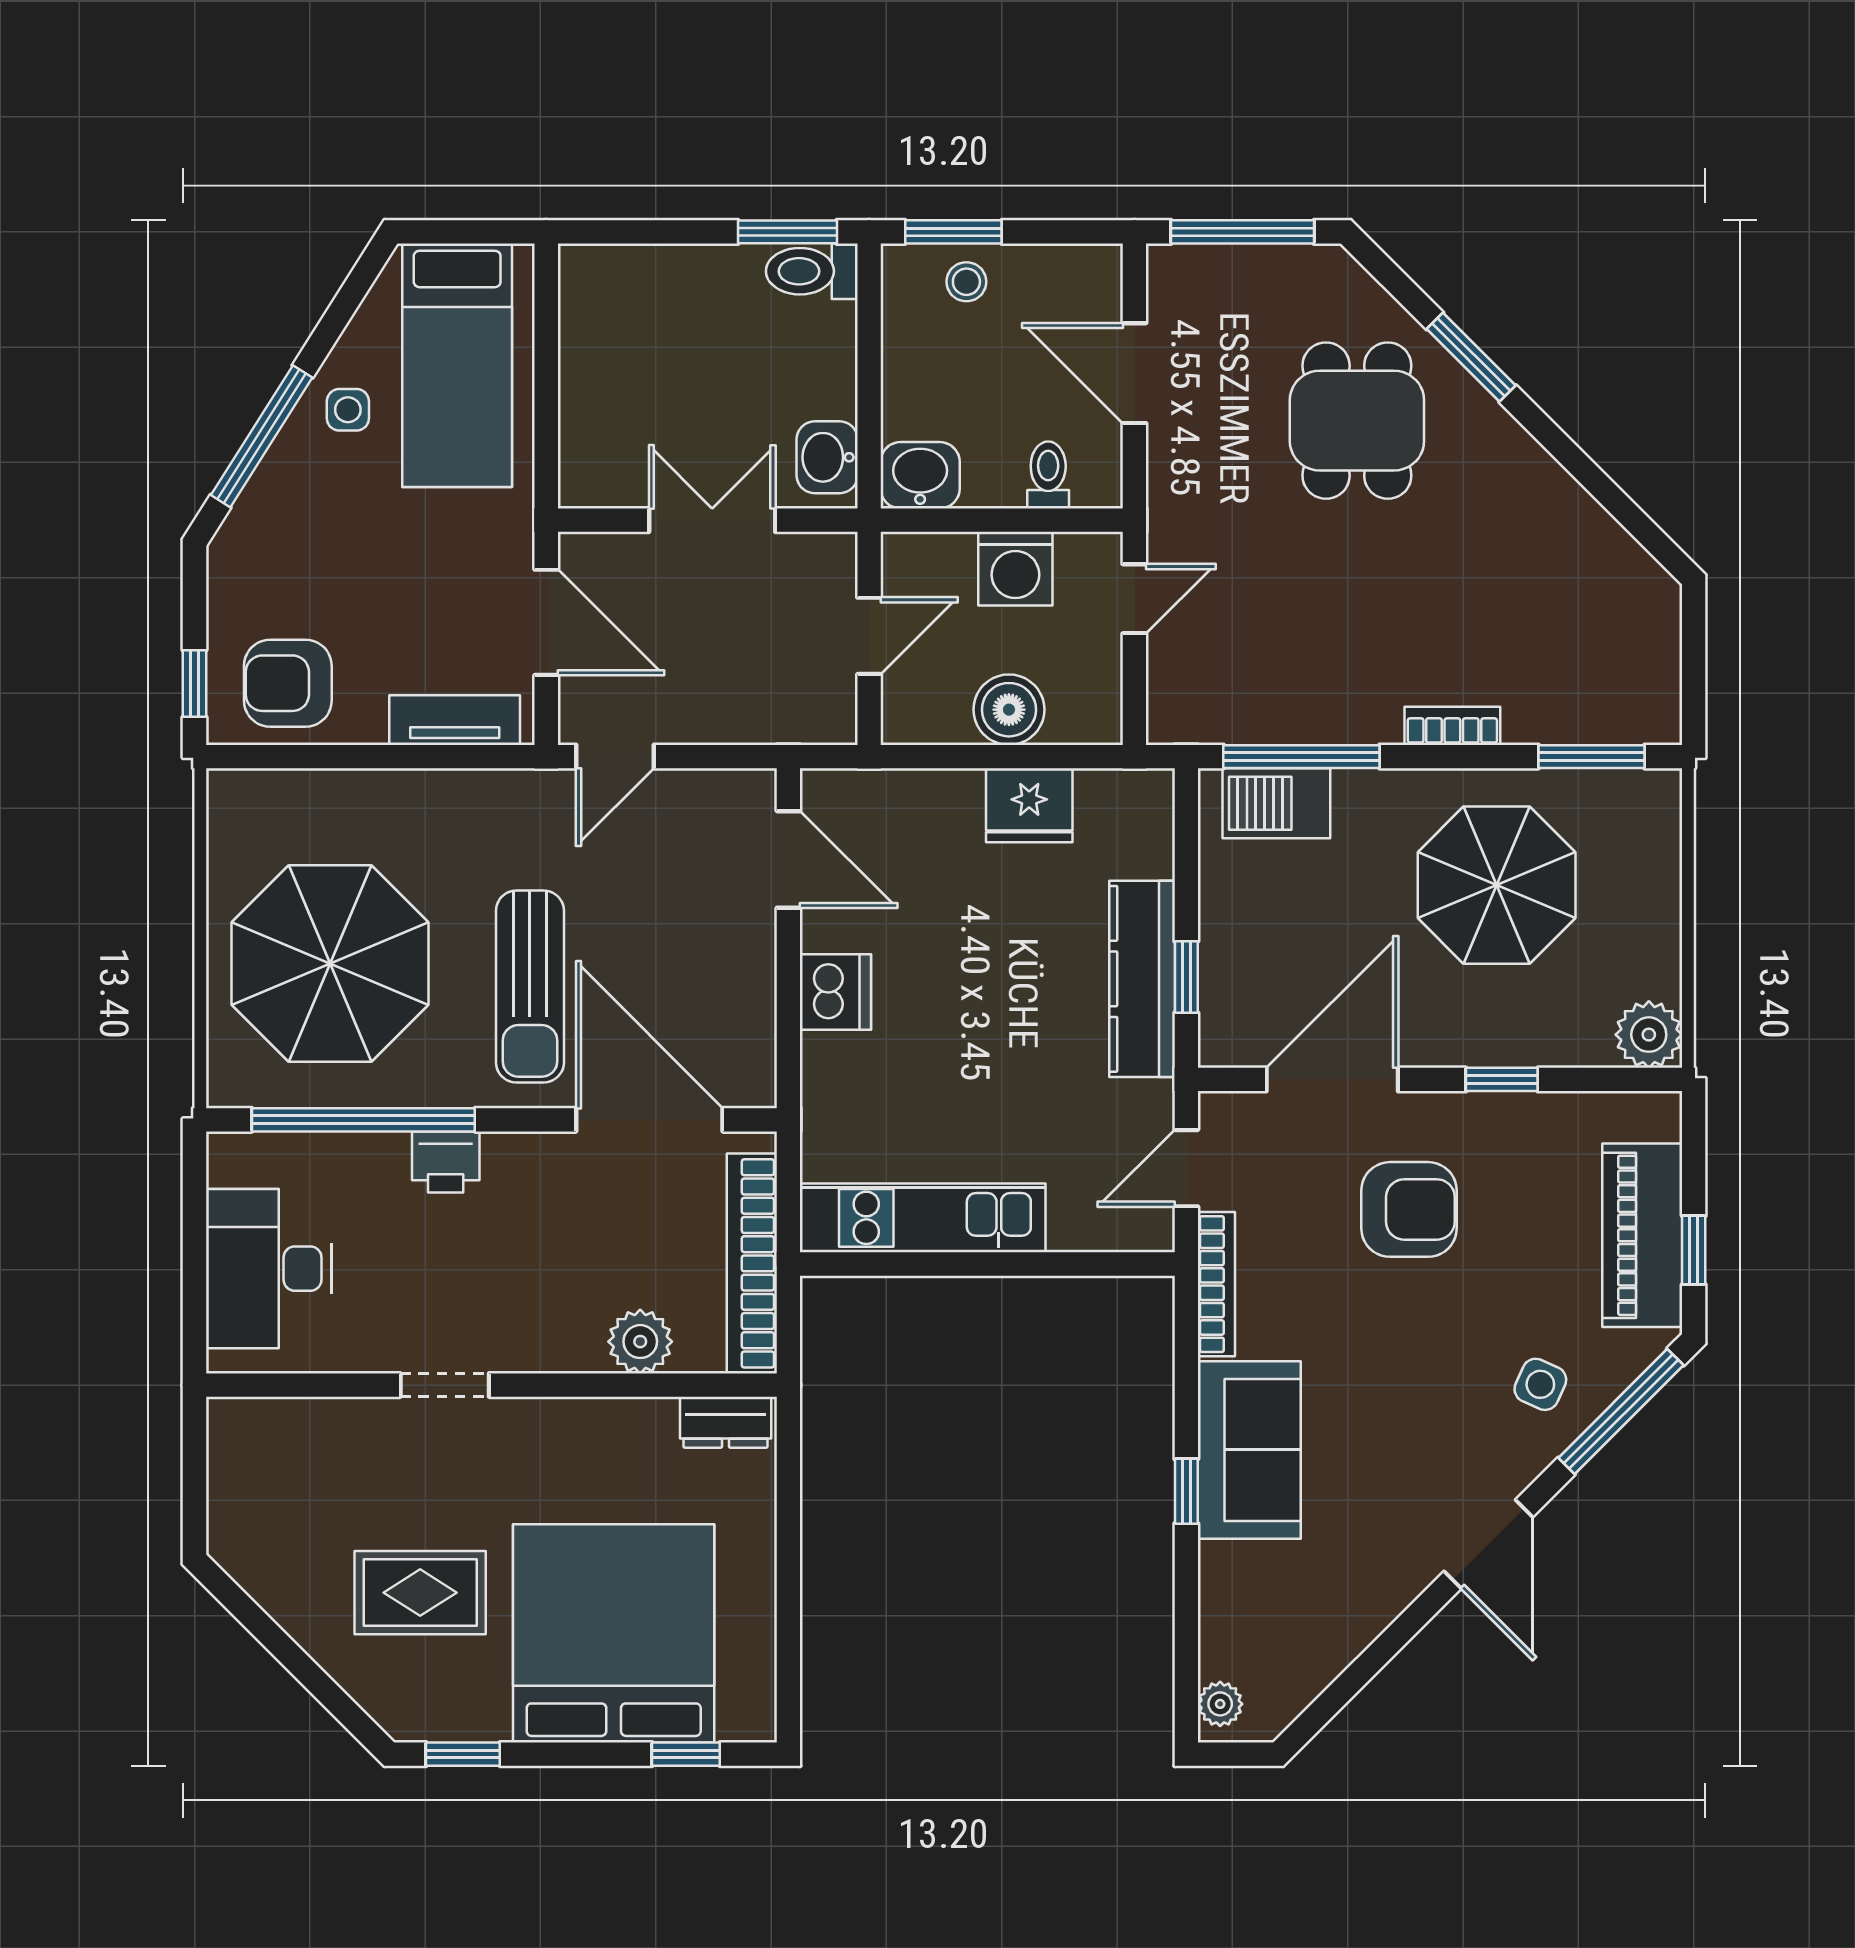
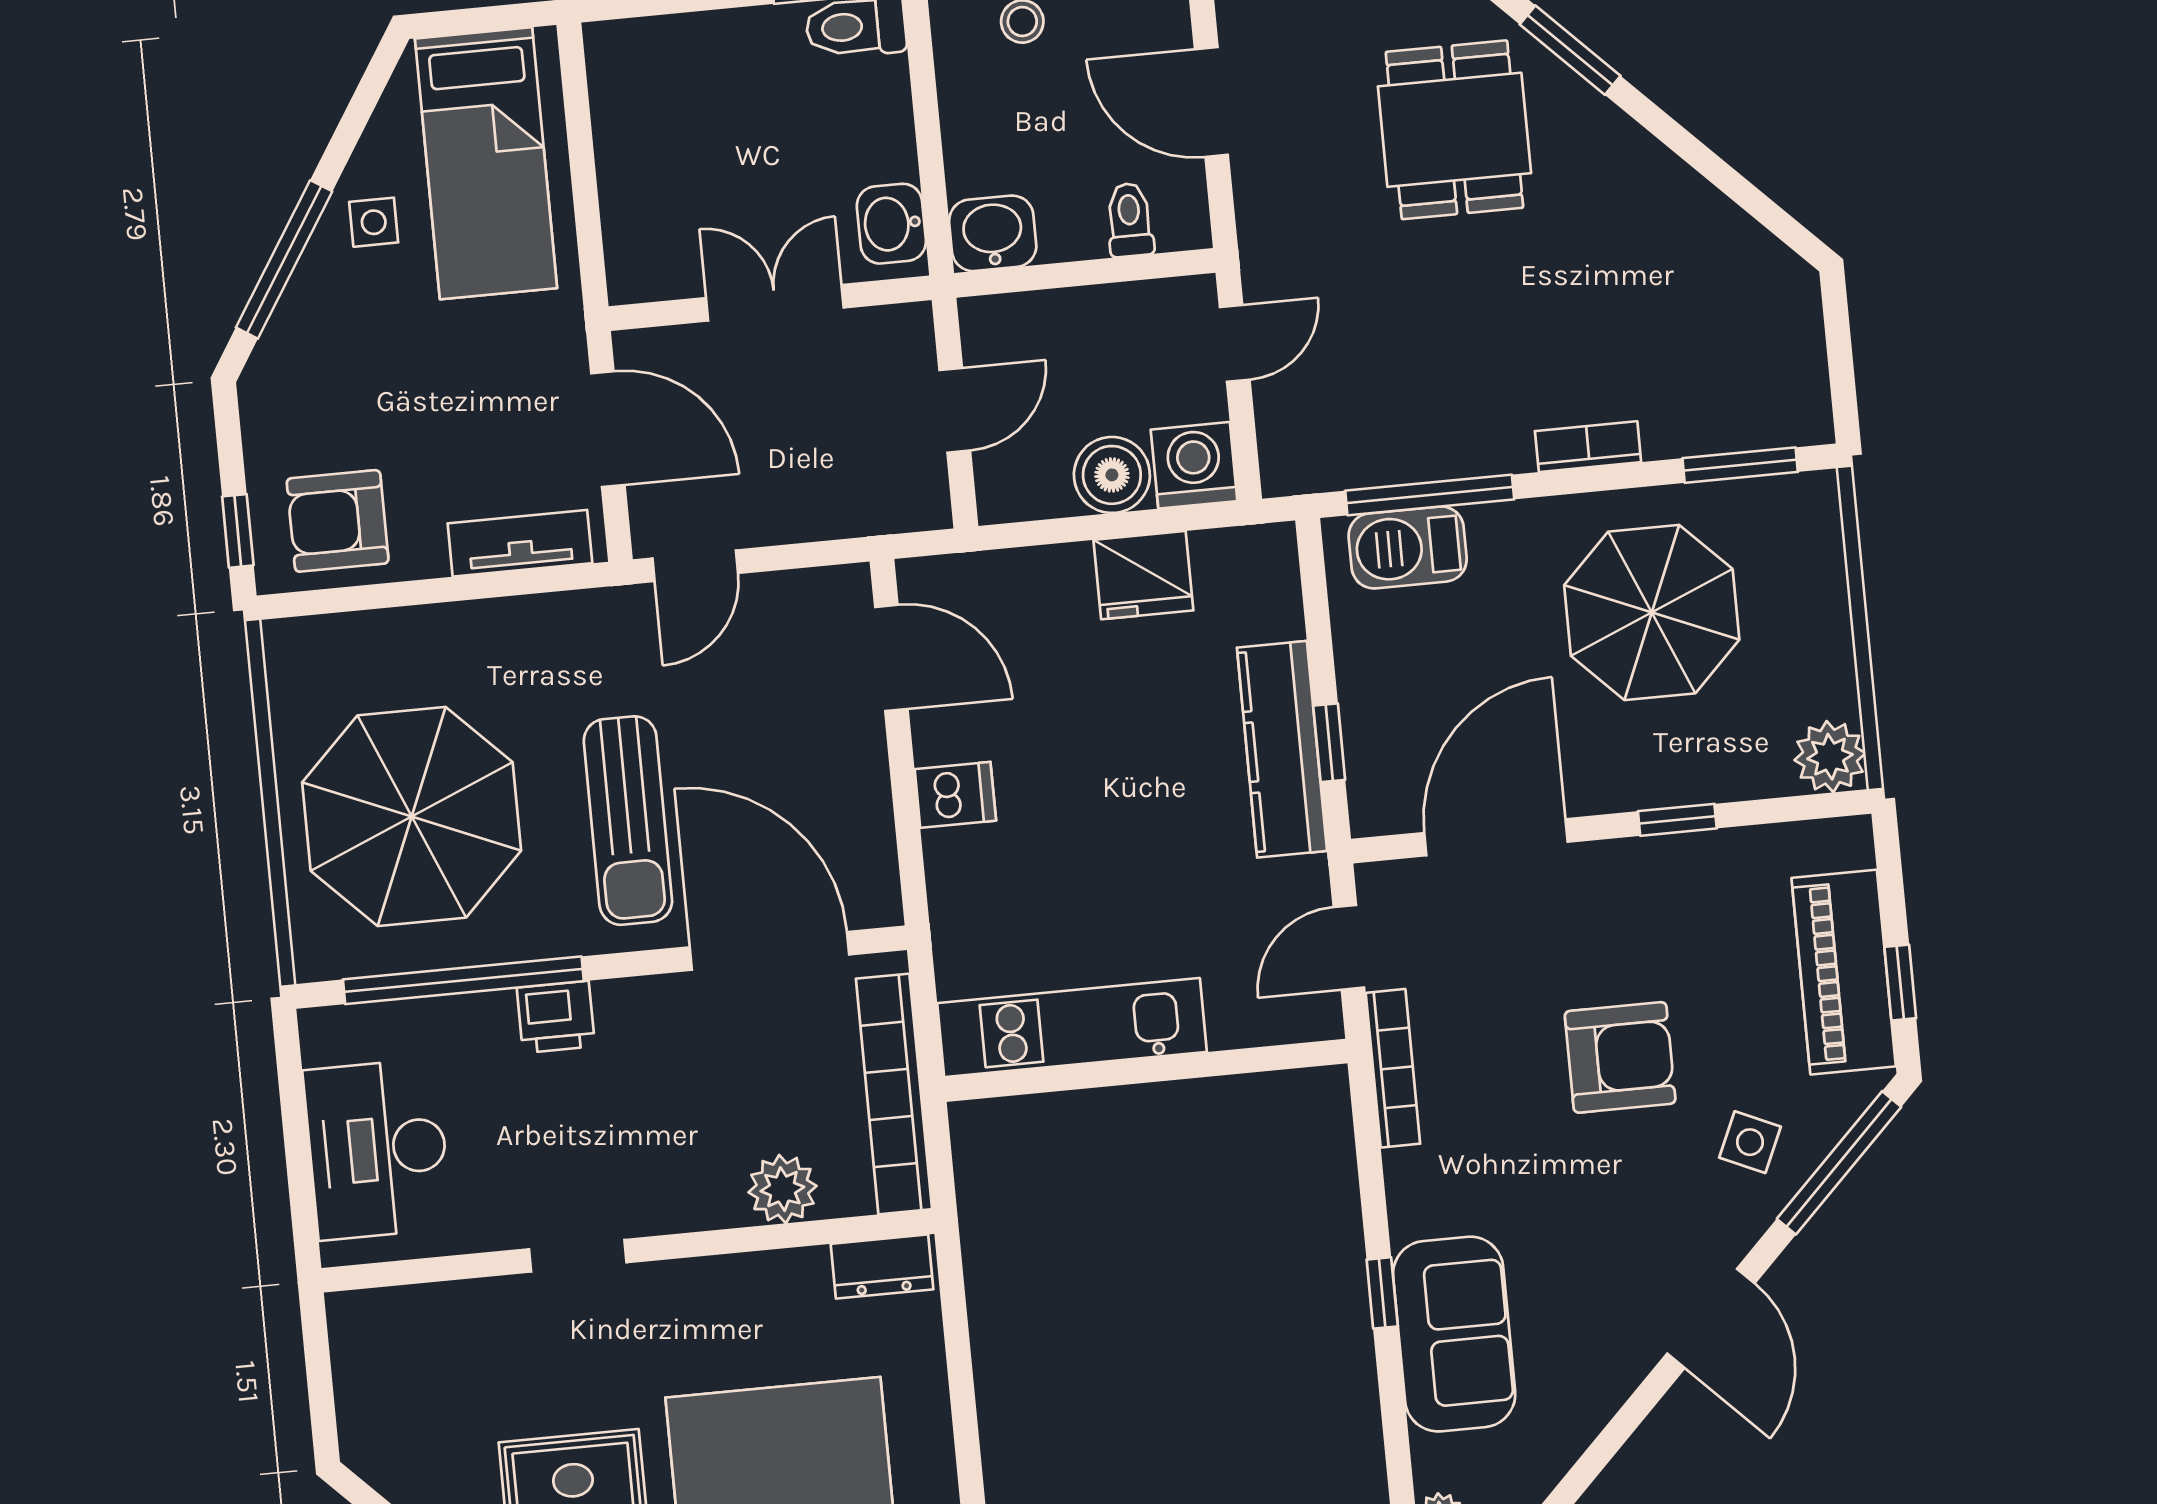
washing machine: (1015, 569) -> (1194, 465), moved, turned 180
dishwasher: (835, 992) -> (955, 795), width x0.73
armchair: (1409, 1209) -> (1620, 1057), moved
sofa: (1249, 1450) -> (1454, 1334), moved

